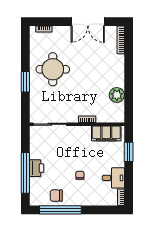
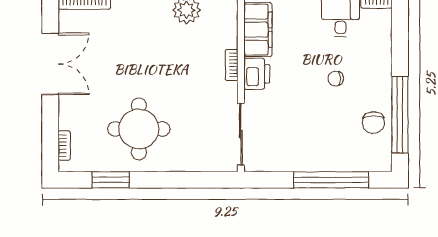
window: (25, 82) -> (111, 180), moved
printer: (37, 168) -> (257, 74), moved, turned 90

